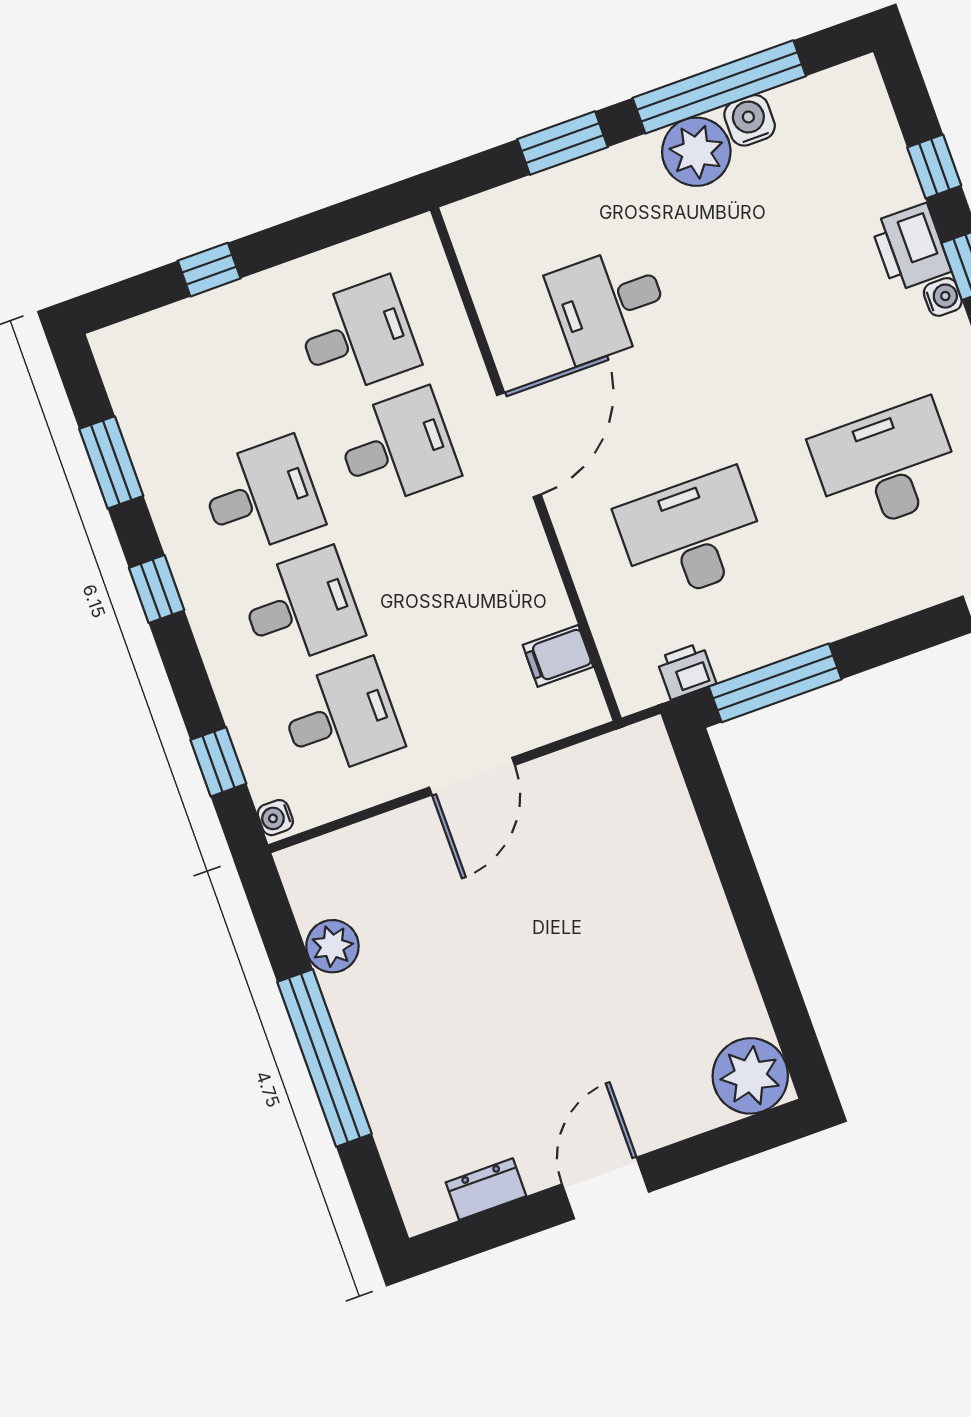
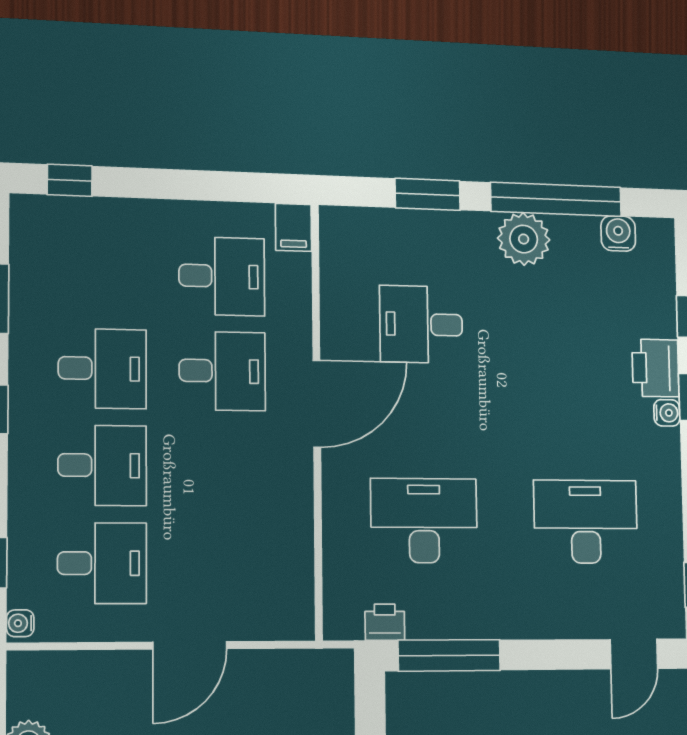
water cooler: (750, 120) -> (618, 234), moved
window: (209, 270) -> (70, 180), moved
filing cabinet: (558, 656) -> (293, 227), moved, turned -90

